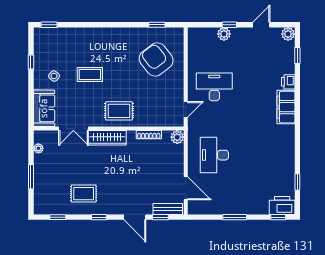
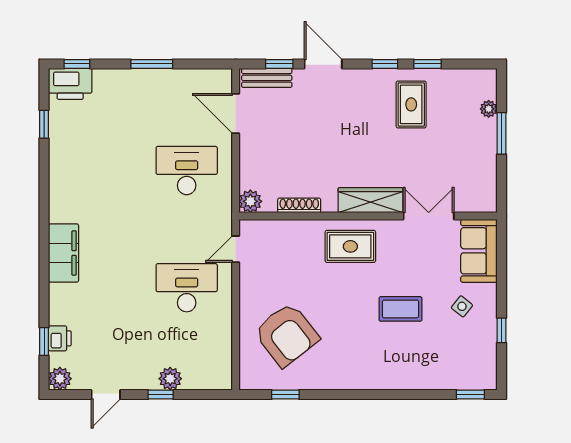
printer: (288, 82) -> (60, 338), moved
desk: (214, 87) -> (187, 288), turned 180
plant: (38, 148) -> (489, 109), moved
desk: (214, 155) -> (187, 171), turned -90
rug: (84, 194) -> (411, 104), turned 90
window: (58, 217) -> (428, 64), moved

